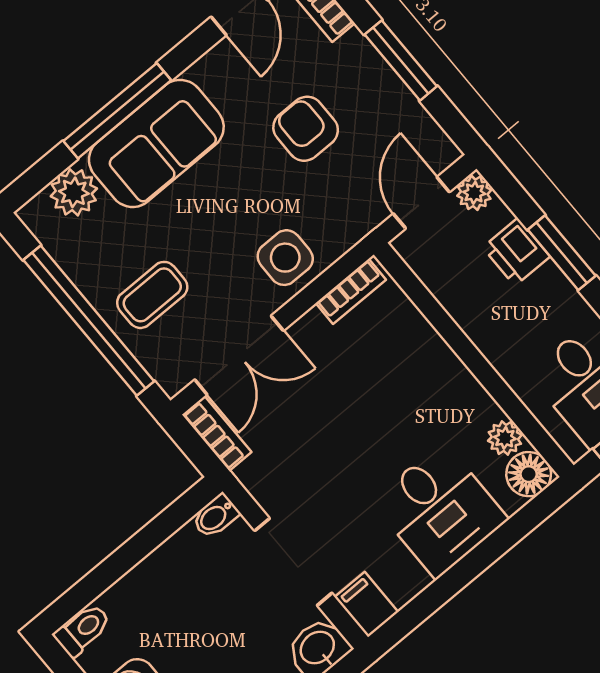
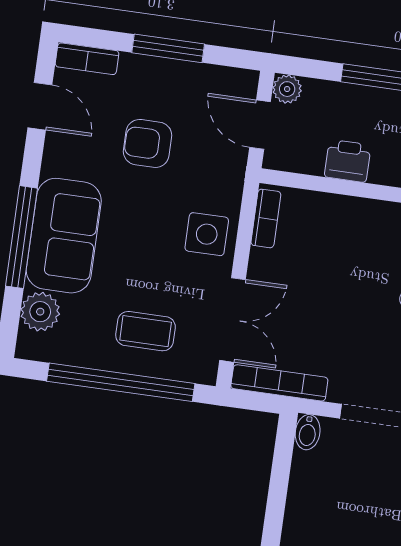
printer: (516, 252) -> (348, 161), moved, turned 180
coffee table: (152, 295) -> (146, 331), turned 90
bookcase: (217, 433) -> (279, 383), width x1.56

